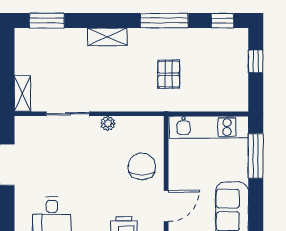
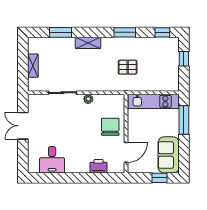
window: (47, 21) -> (60, 32), moved
window: (164, 21) -> (125, 32), width x0.69
pallet: (169, 74) -> (128, 67), turned 90
shelving: (22, 94) -> (33, 66), moved

